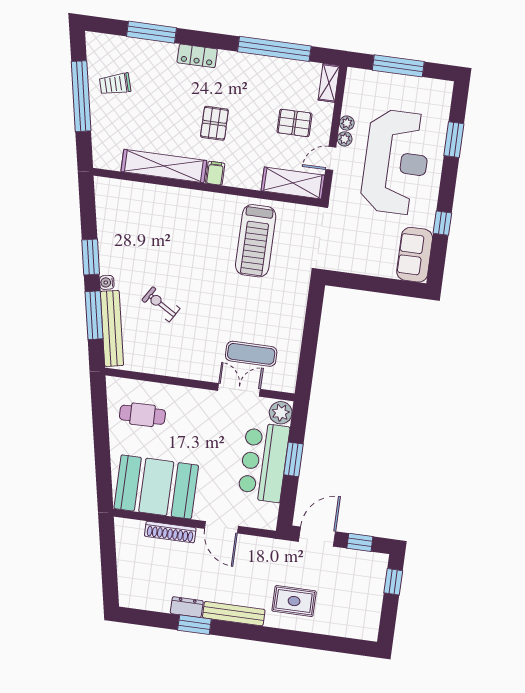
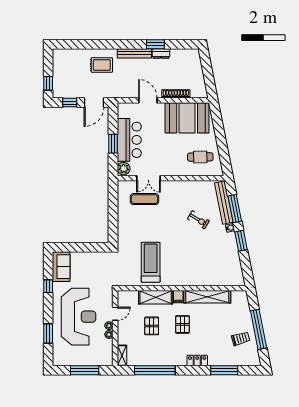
pallet: (294, 123) -> (152, 326), moved, turned 90
reception desk: (396, 162) -> (79, 317), turned 180
shelving: (293, 183) -> (156, 297), moved

